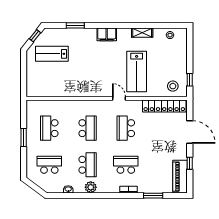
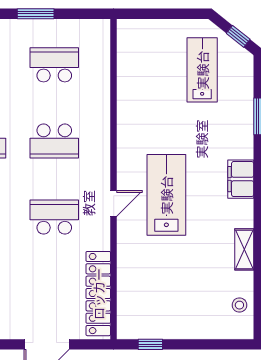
lab bench: (137, 71) -> (166, 195), moved, turned 90
stool: (173, 86) -> (138, 311), removed

